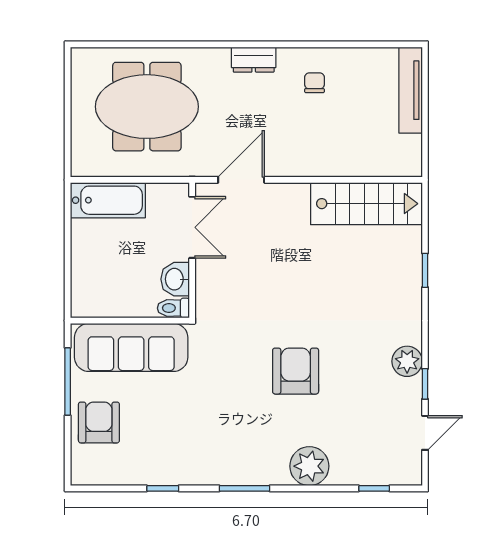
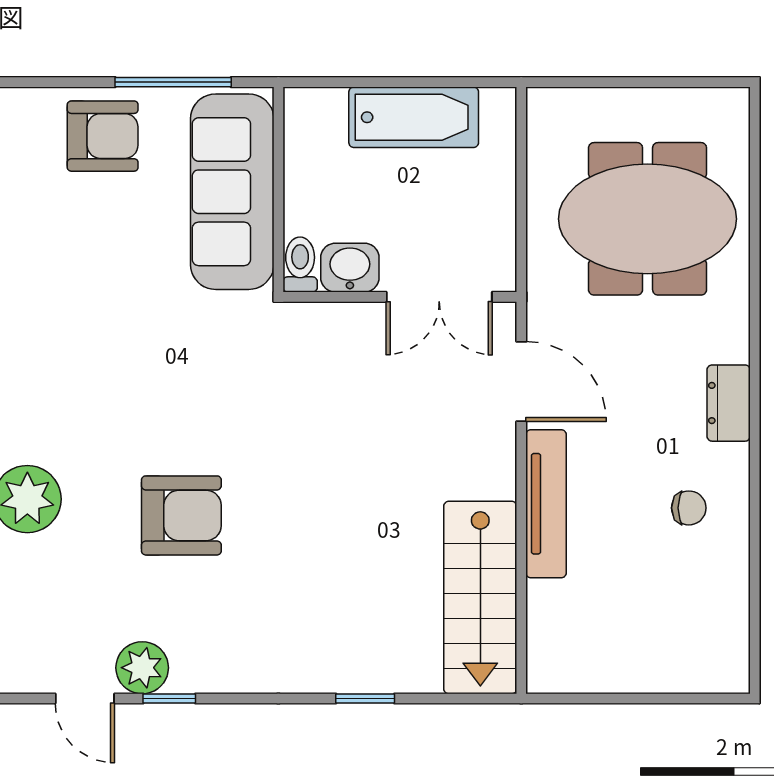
tv unit: (411, 90) -> (546, 504), moved, turned 90
meeting table: (147, 107) -> (648, 219), turned 90
bathtub: (108, 200) -> (414, 117), moved, turned -90
plant: (407, 361) -> (142, 668), moved
armchair: (296, 371) -> (181, 515), moved

